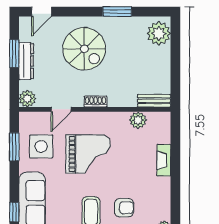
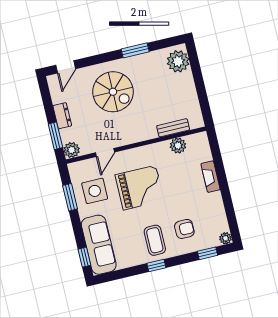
window: (14, 54) -> (55, 136), moved
dresser: (26, 61) -> (62, 116), width x0.70
bench: (154, 101) -> (173, 128), moved
shoe rack: (96, 102) -> (135, 138), removed

